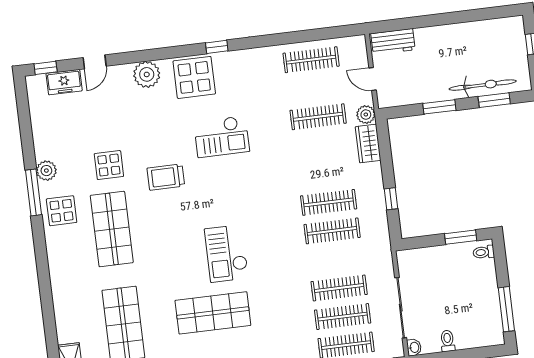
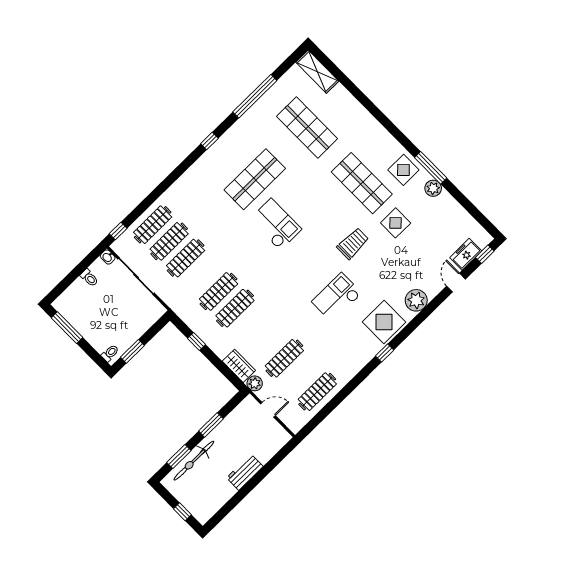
workbench: (393, 42) -> (245, 472), moved

